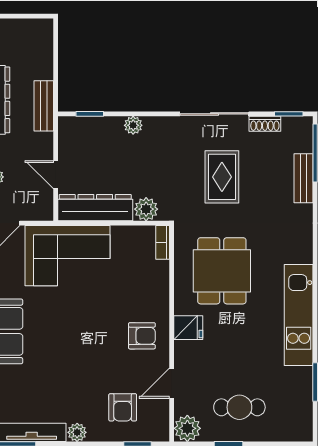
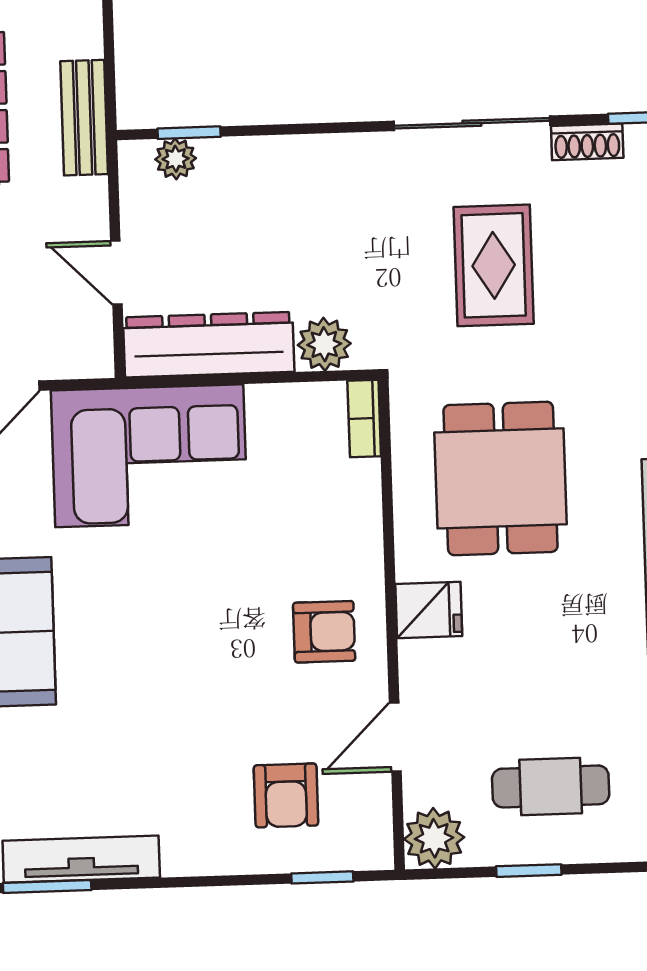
plant: (133, 125) -> (176, 159), moved
plant: (77, 432) -> (184, 856), removed

